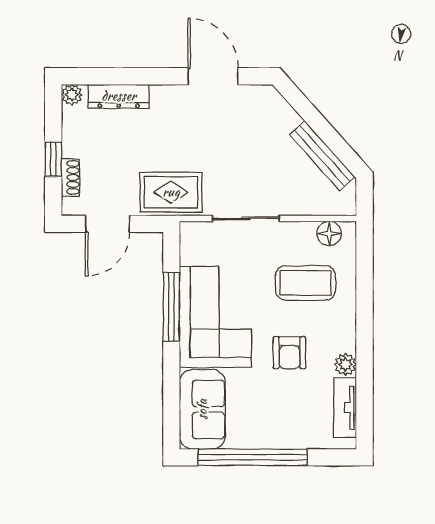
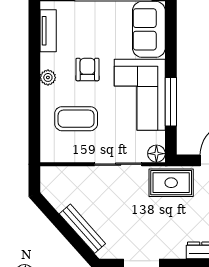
bench: (322, 156) -> (82, 229), moved
floor lamp: (329, 233) -> (156, 154), moved
plant: (345, 365) -> (48, 77), moved

